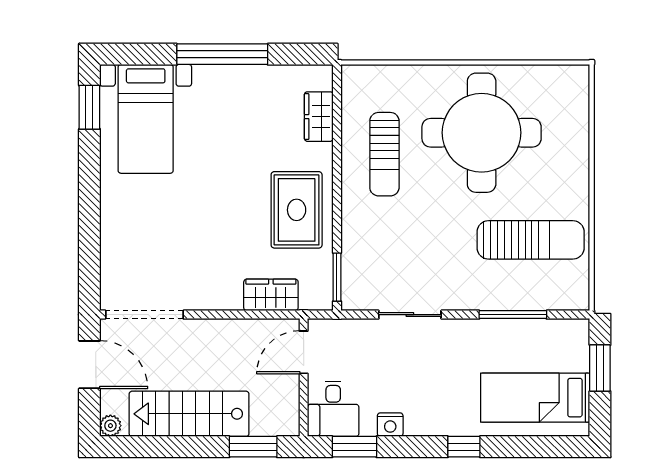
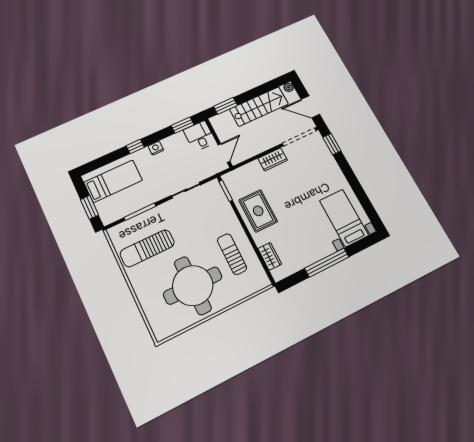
window: (89, 107) -> (332, 144), moved
wardrobe: (271, 295) -> (273, 159), moved
nightstand: (390, 425) -> (156, 148), moved

